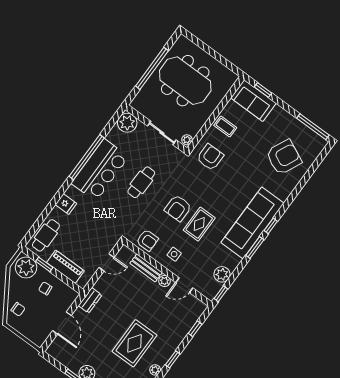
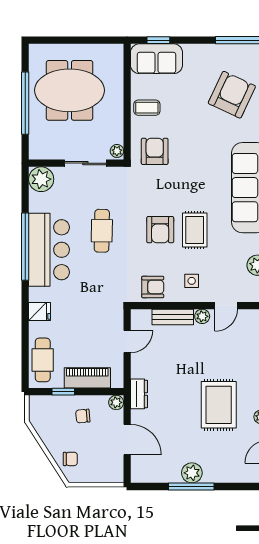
plant: (26, 267) -> (116, 402), moved, width x0.53, depth x0.53

